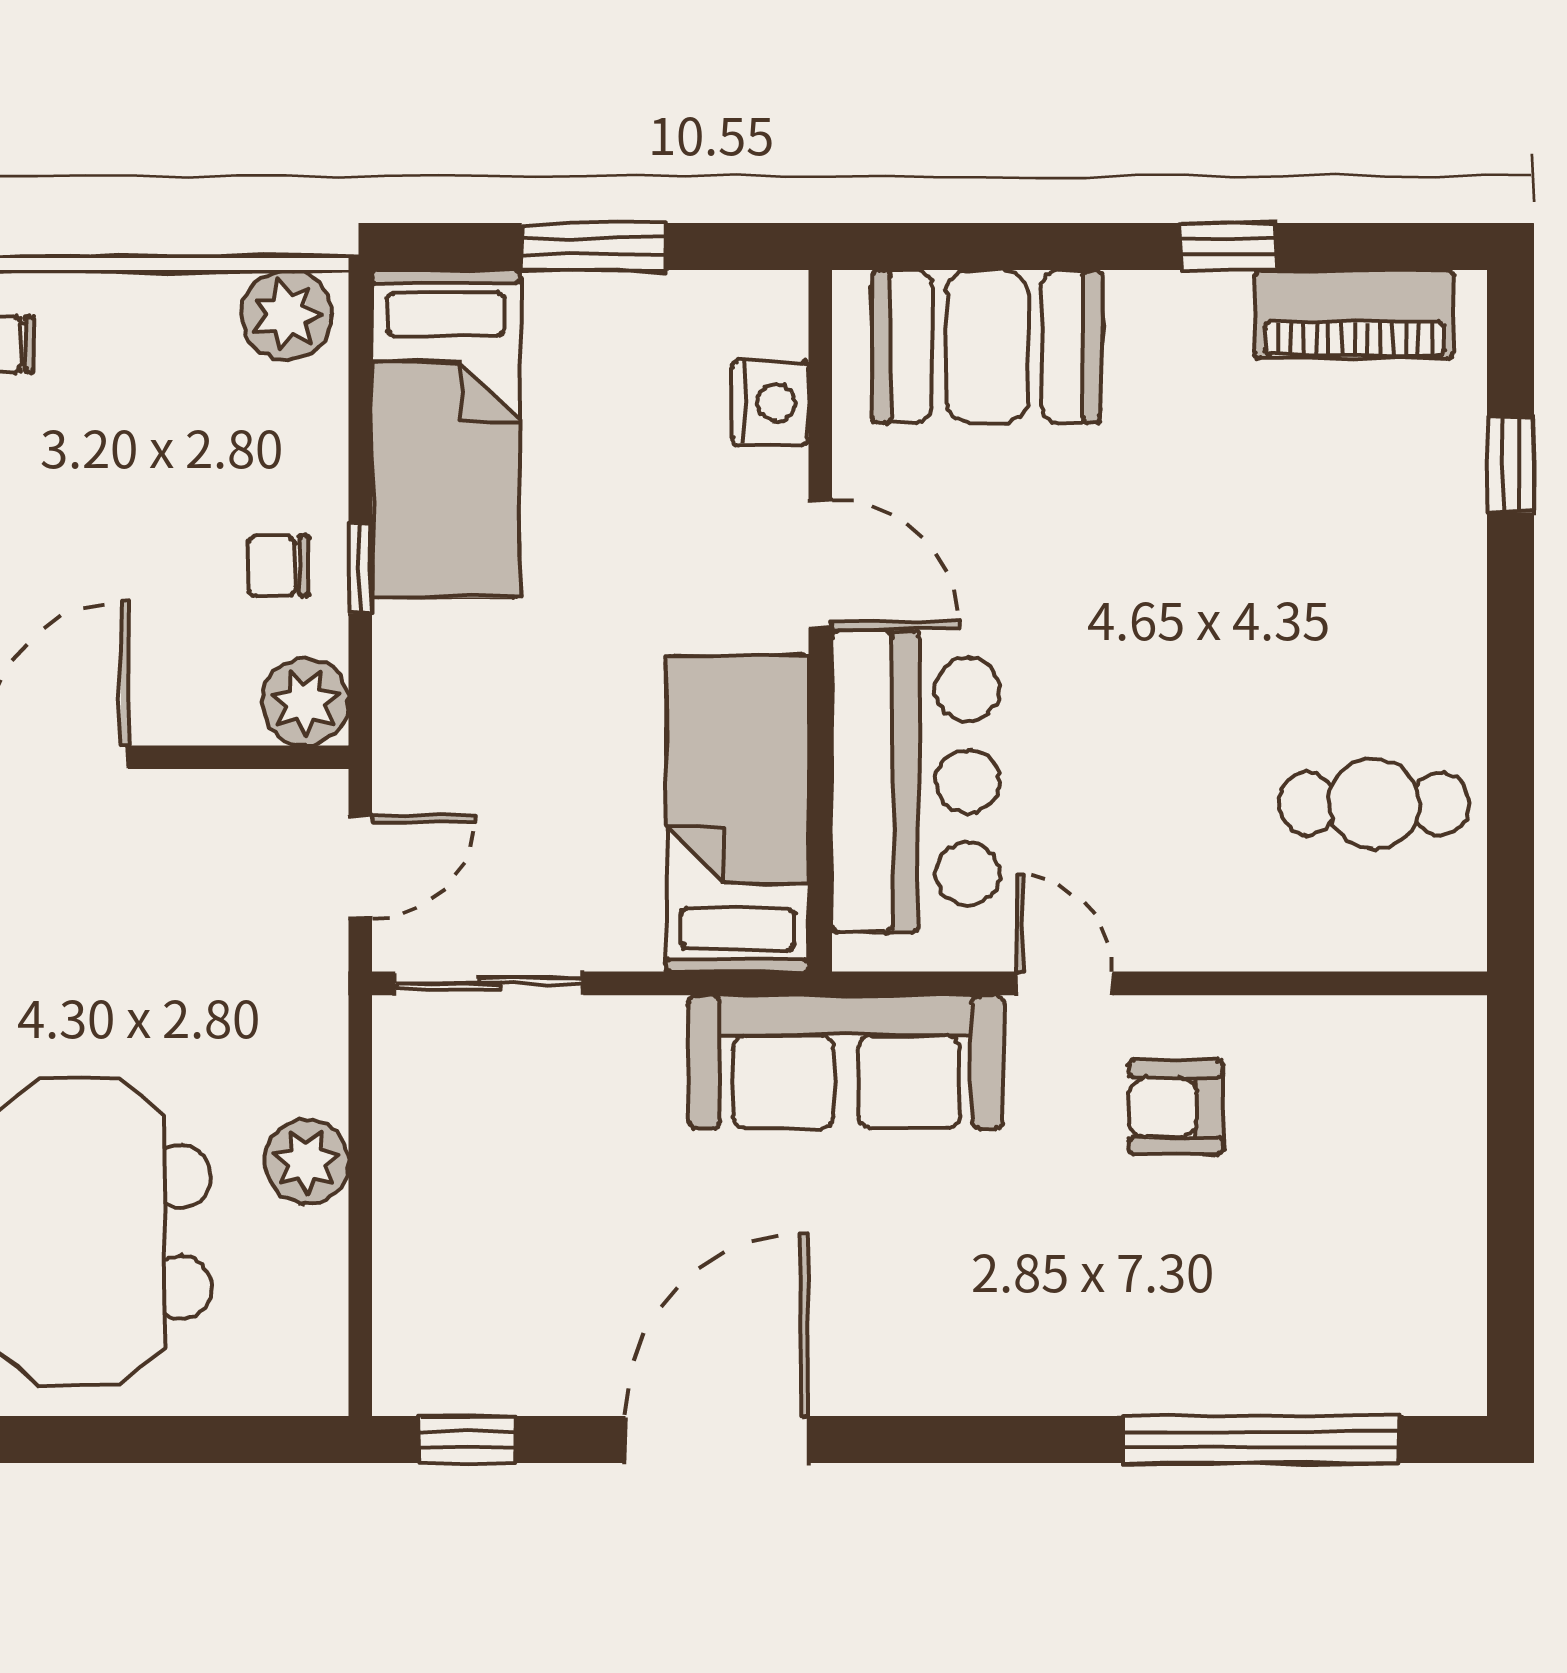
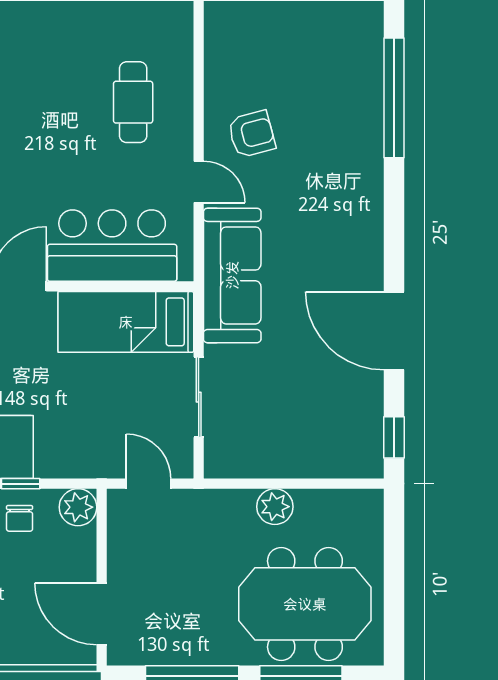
cafe table: (1374, 804) -> (133, 102), moved
sliding door: (489, 983) -> (199, 397), moved
door: (1064, 983) -> (199, 182), swing flipped
armchair: (1176, 1107) -> (252, 134), turned -105

